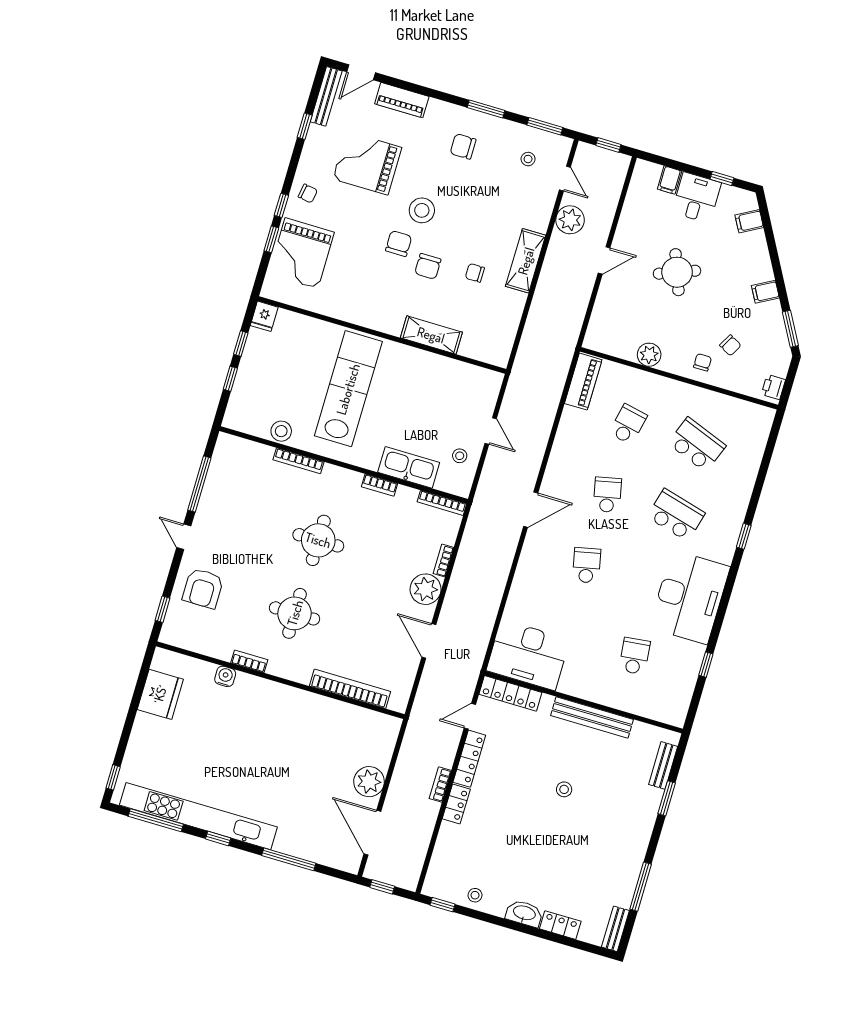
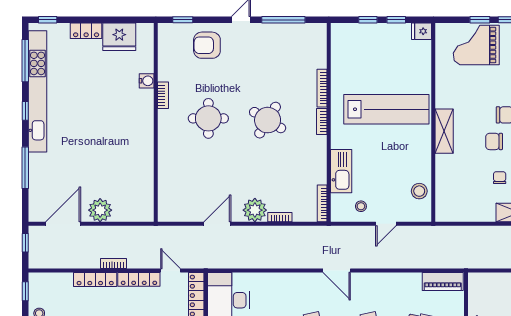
shelving: (431, 335) -> (444, 131), moved
stool: (281, 431) -> (419, 191), moved
bookcase: (379, 485) -> (322, 122), moved
round table: (318, 540) -> (268, 120), turned 31
bookcase: (350, 689) -> (165, 176), removed
locker: (141, 733) -> (86, 31), added
locker: (456, 804) -> (95, 280), width x1.53

